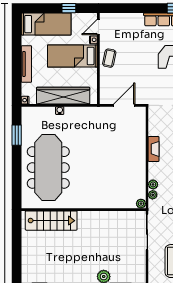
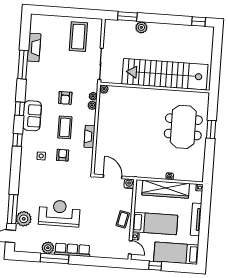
door: (98, 27) -> (130, 247), hinge flipped
water cooler: (105, 99) -> (129, 184), added
door: (124, 105) -> (113, 177), swing flipped
window: (17, 135) -> (211, 129), moved
meeting table: (48, 168) -> (183, 127), width x0.73
stairs: (51, 221) -> (165, 74), width x1.86, depth x1.51

